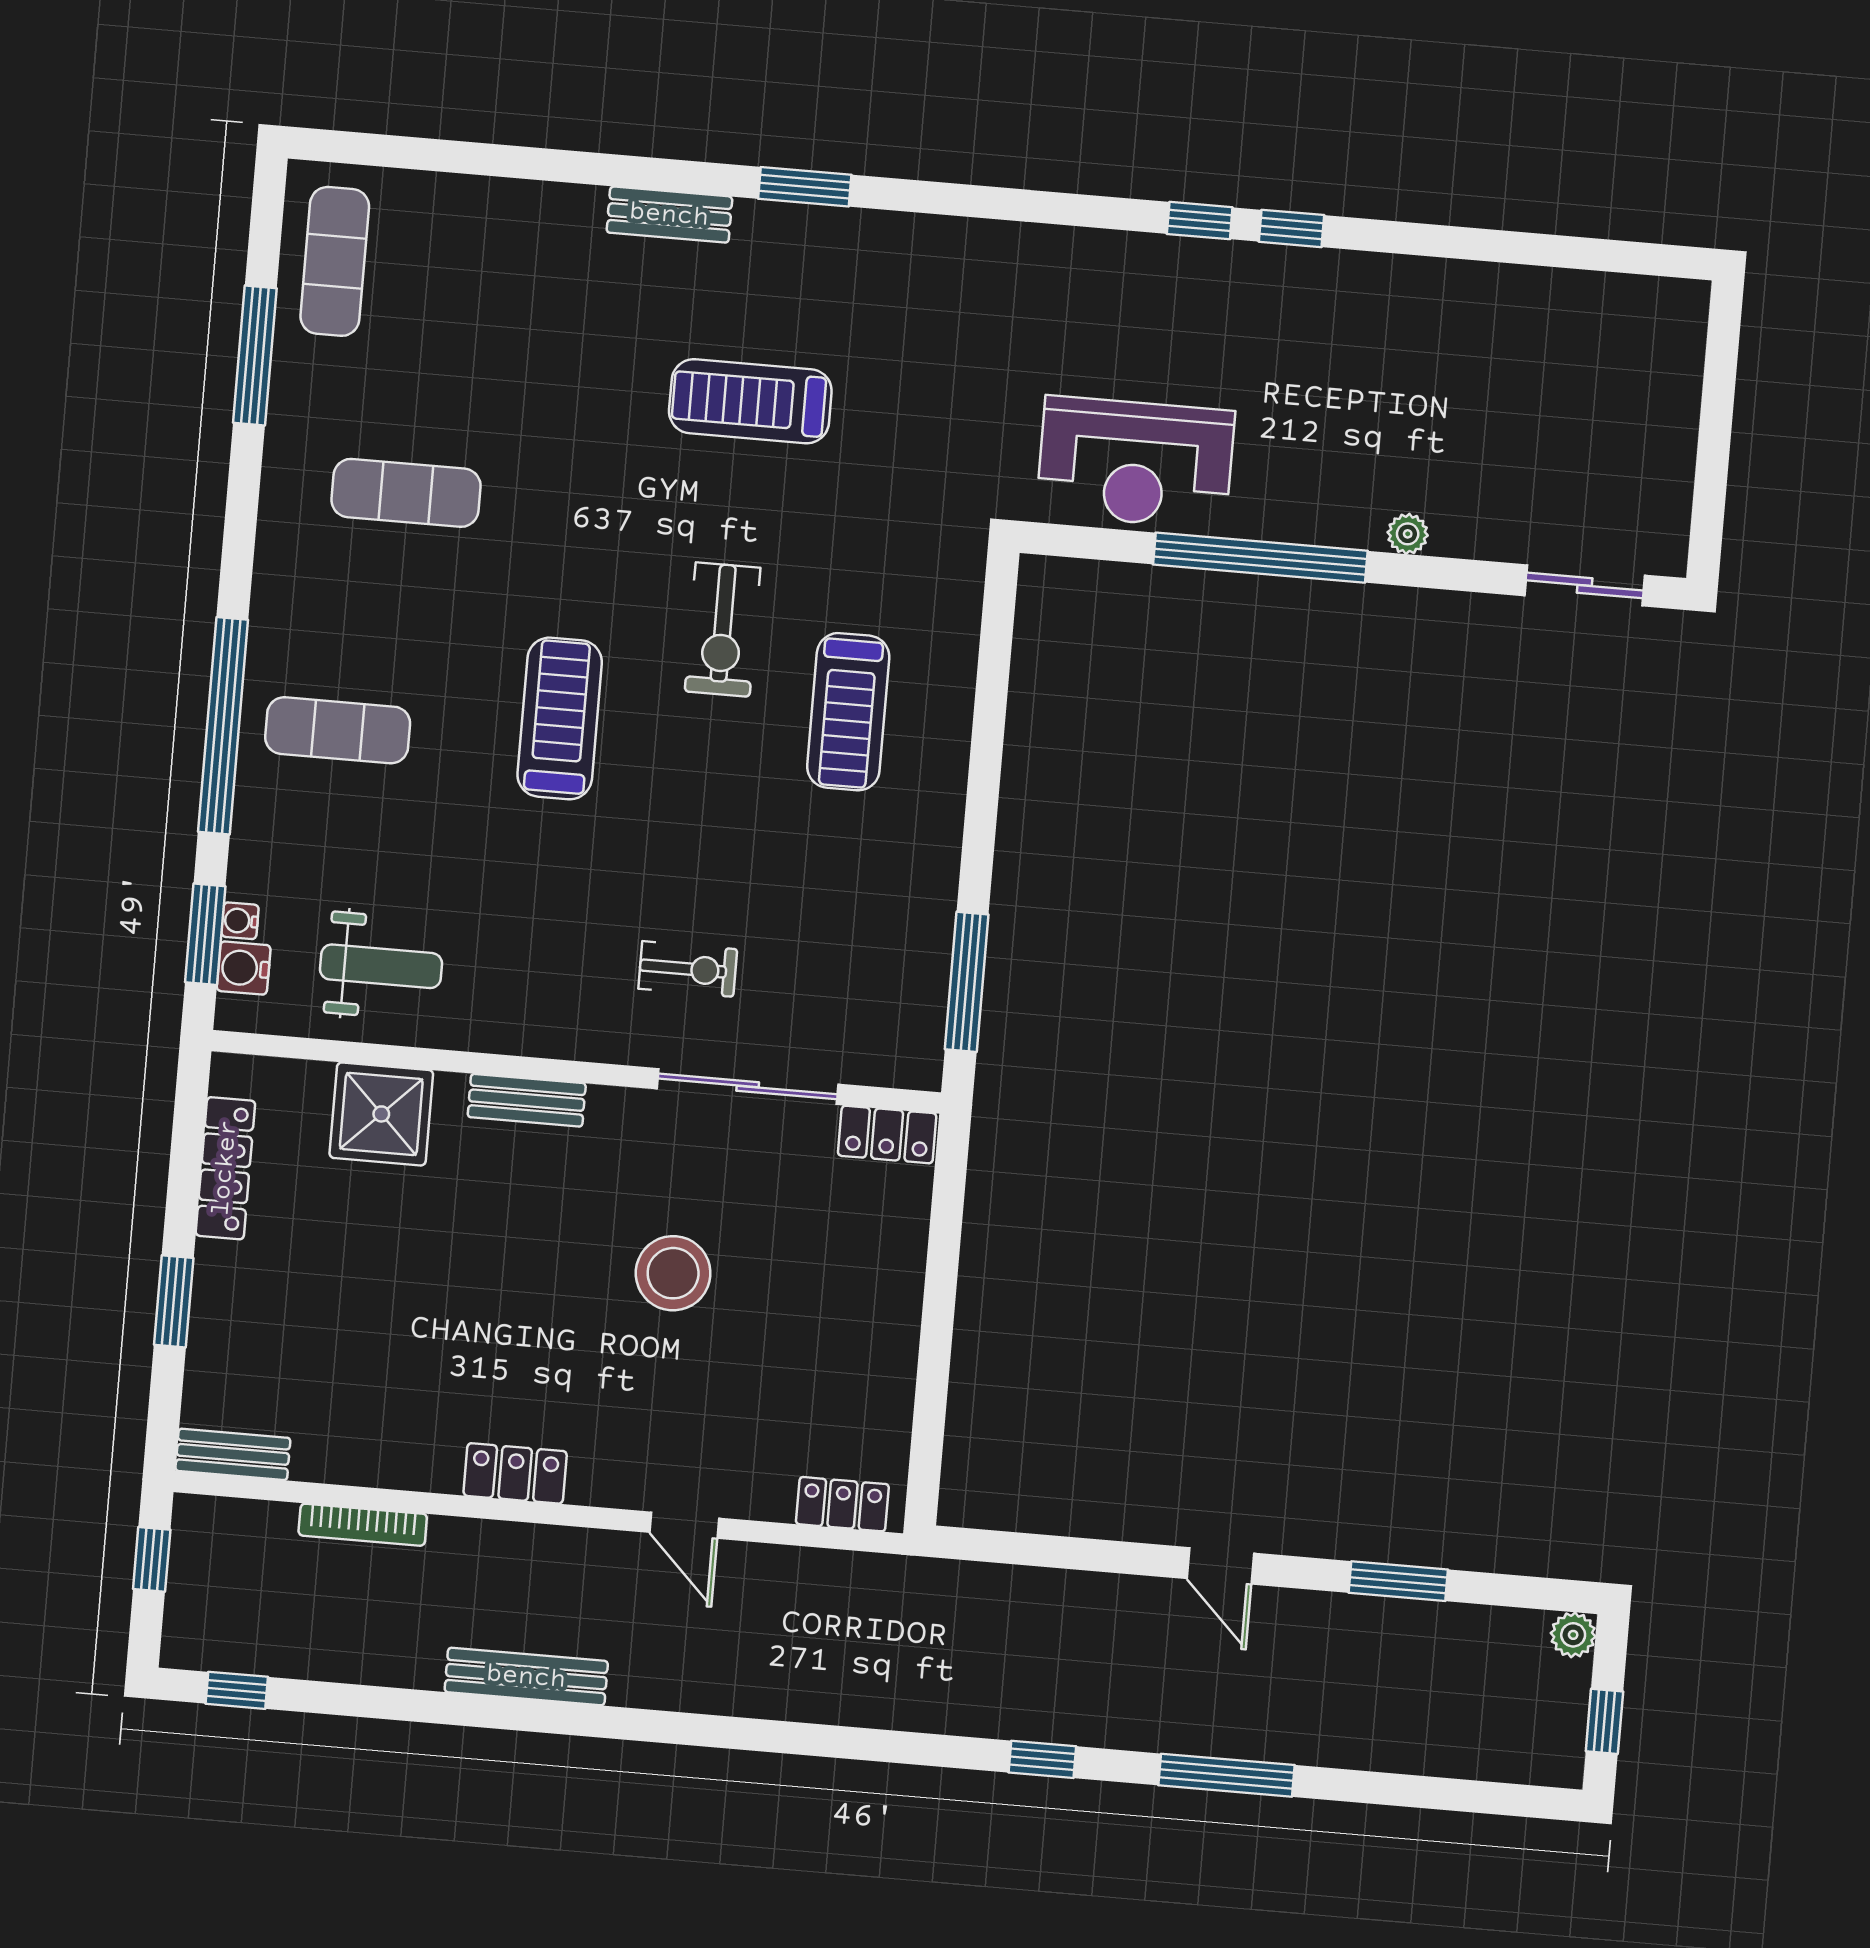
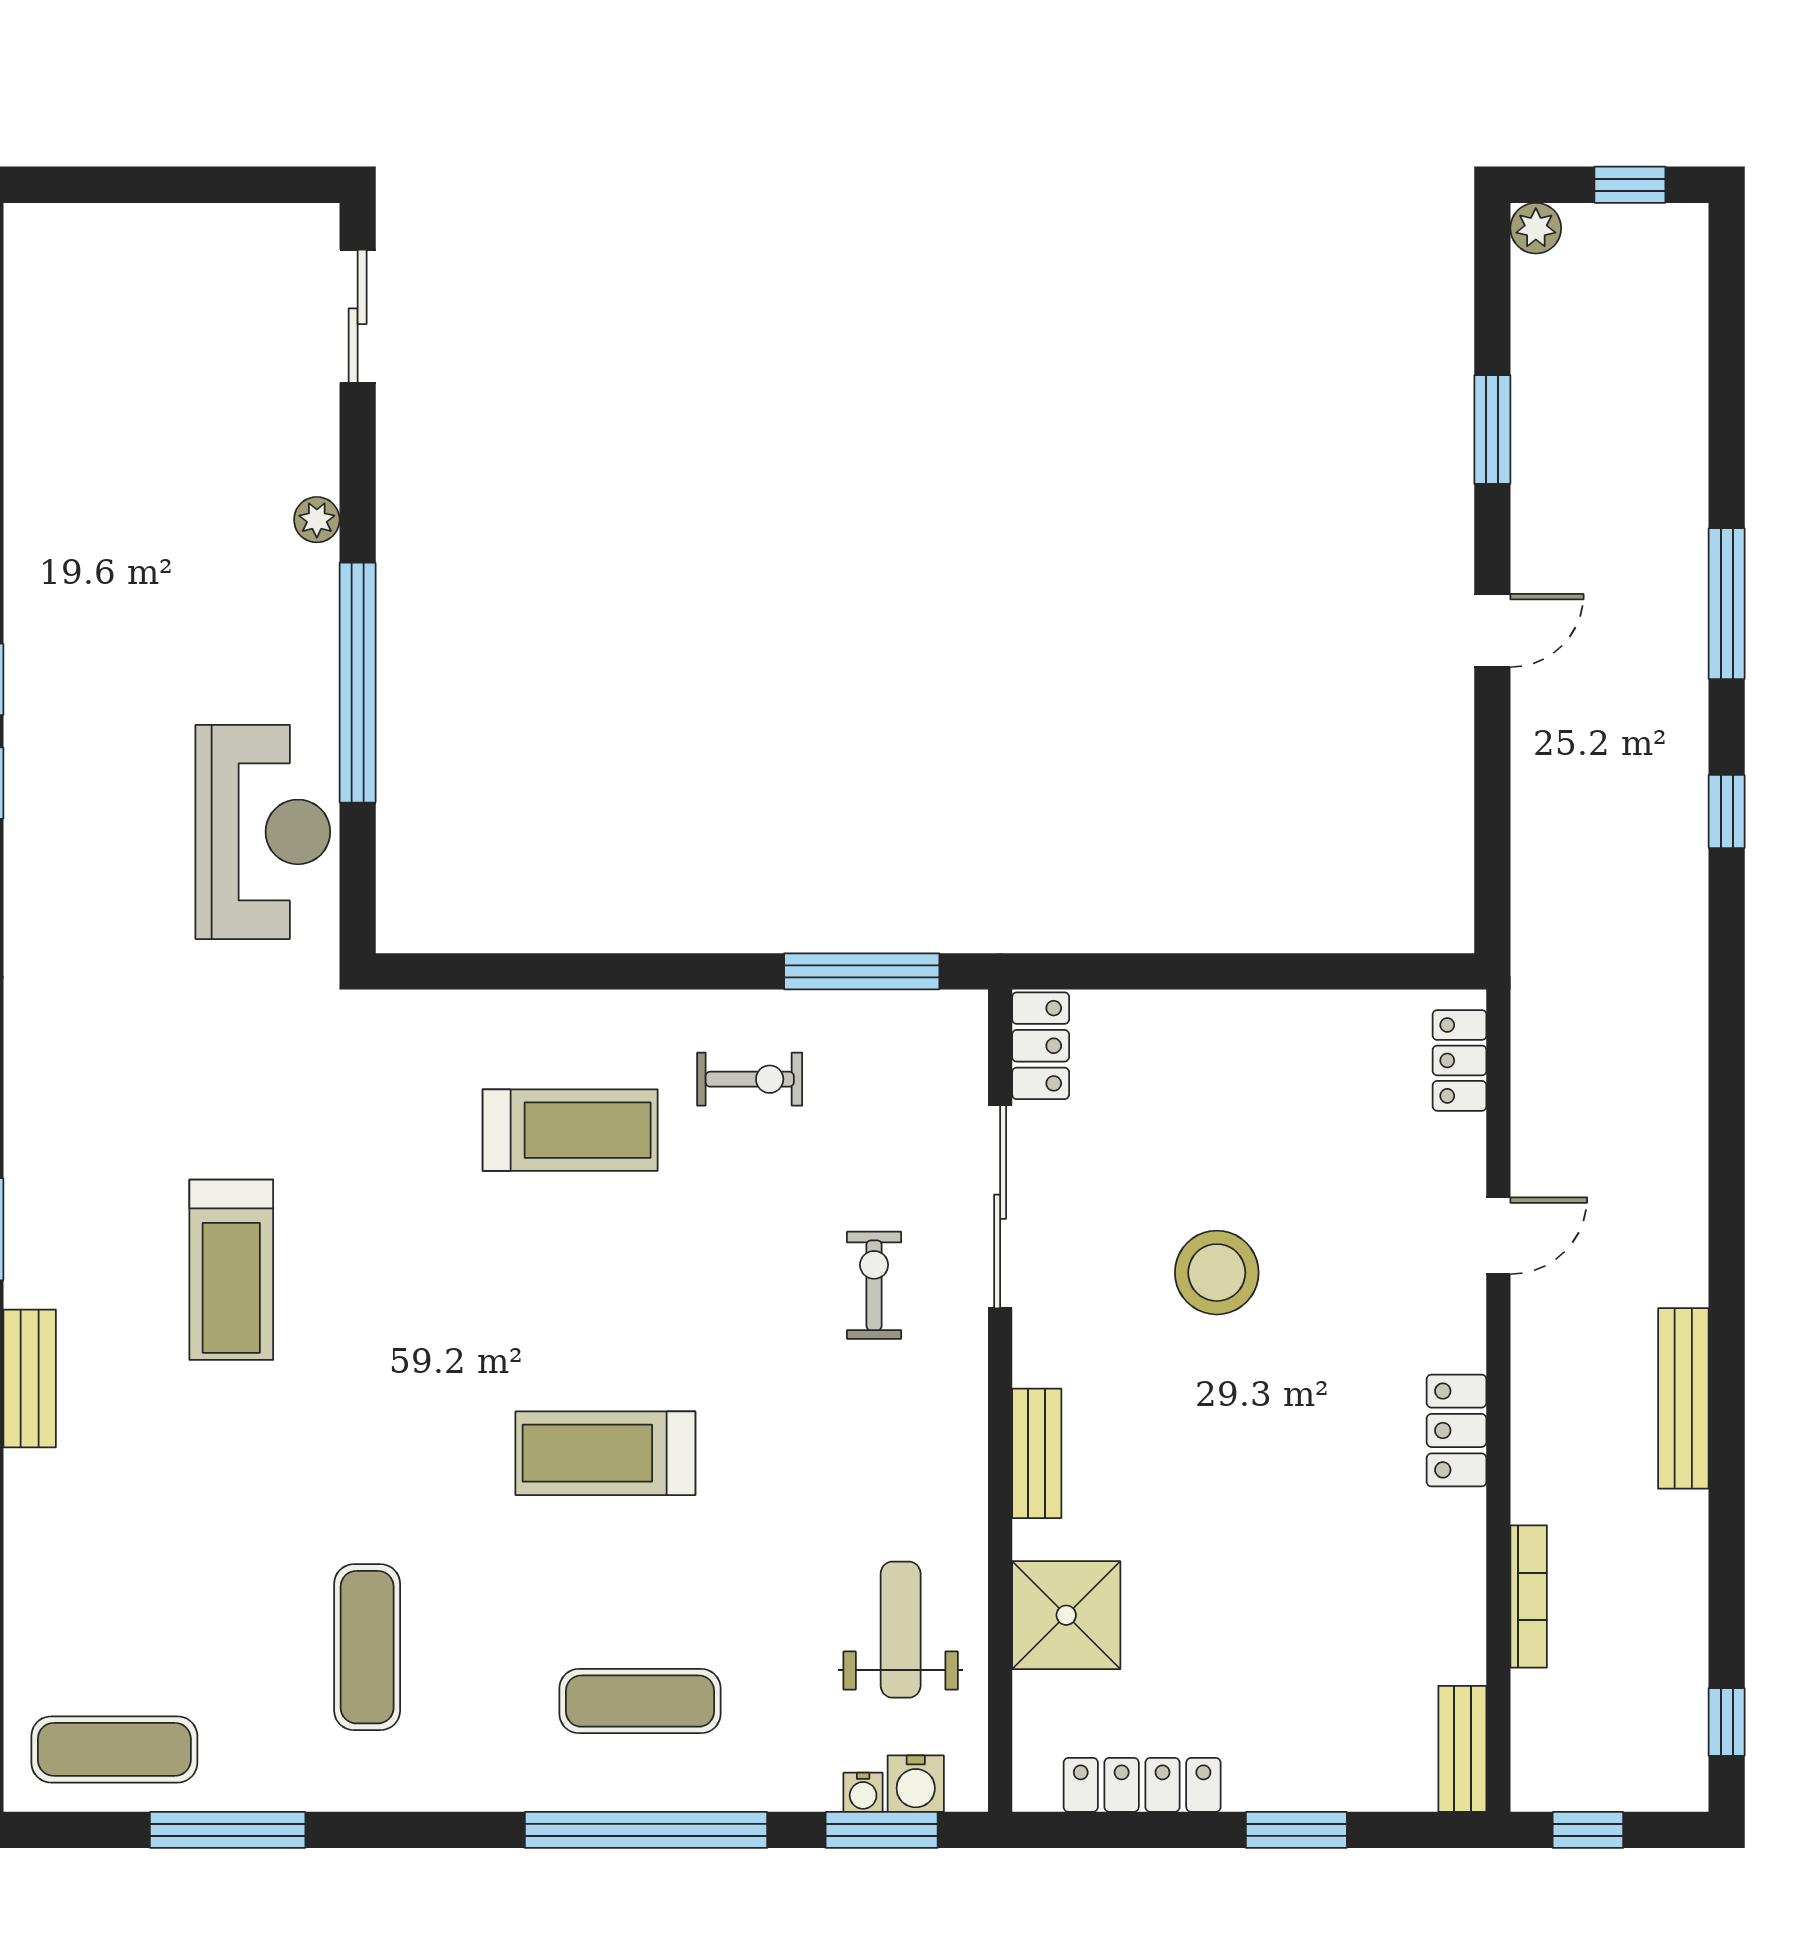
exercise bike: (723, 630) -> (750, 1079), moved, width x0.73, depth x0.72
exercise mat: (338, 730) -> (640, 1701), turned 90

